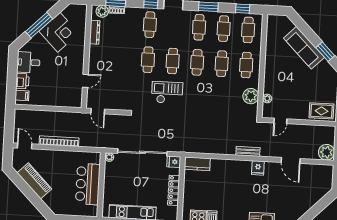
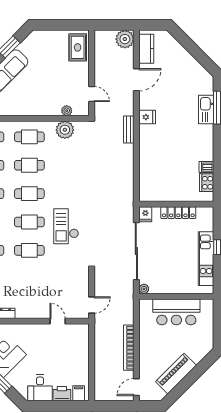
kitchen counter: (197, 164) -> (146, 49), moved

